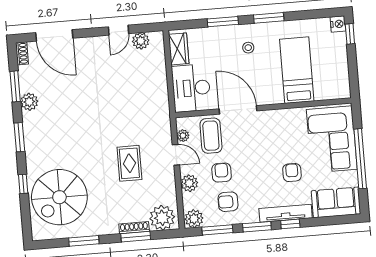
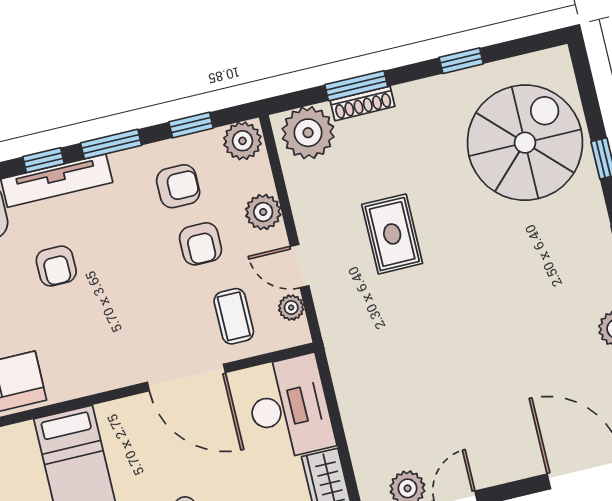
coffee table: (211, 136) -> (234, 316), width x0.73, depth x0.77
window: (217, 230) -> (191, 125), width x0.67
window: (84, 241) -> (461, 61), width x0.67

